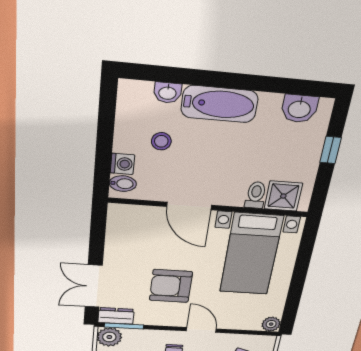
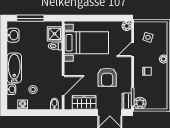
window: (331, 150) -> (30, 18), width x2.17
washing machine: (122, 164) -> (23, 105), moved
door: (189, 206) -> (63, 85), moved
wardrobe: (120, 241) -> (84, 102), added
door: (201, 330) -> (133, 49), moved

